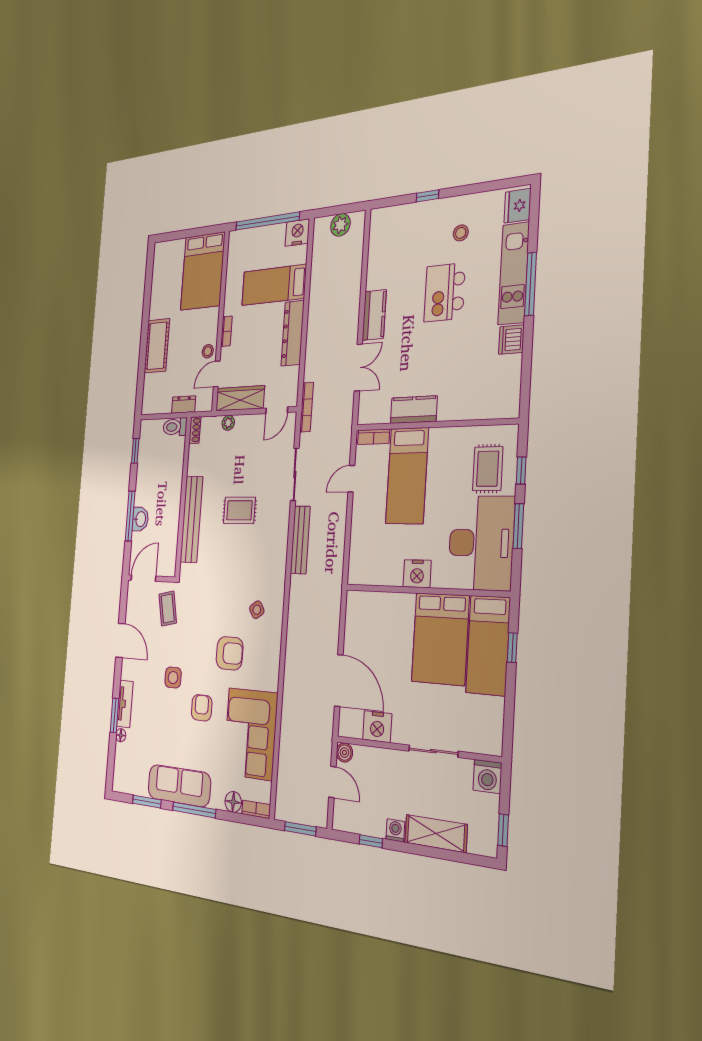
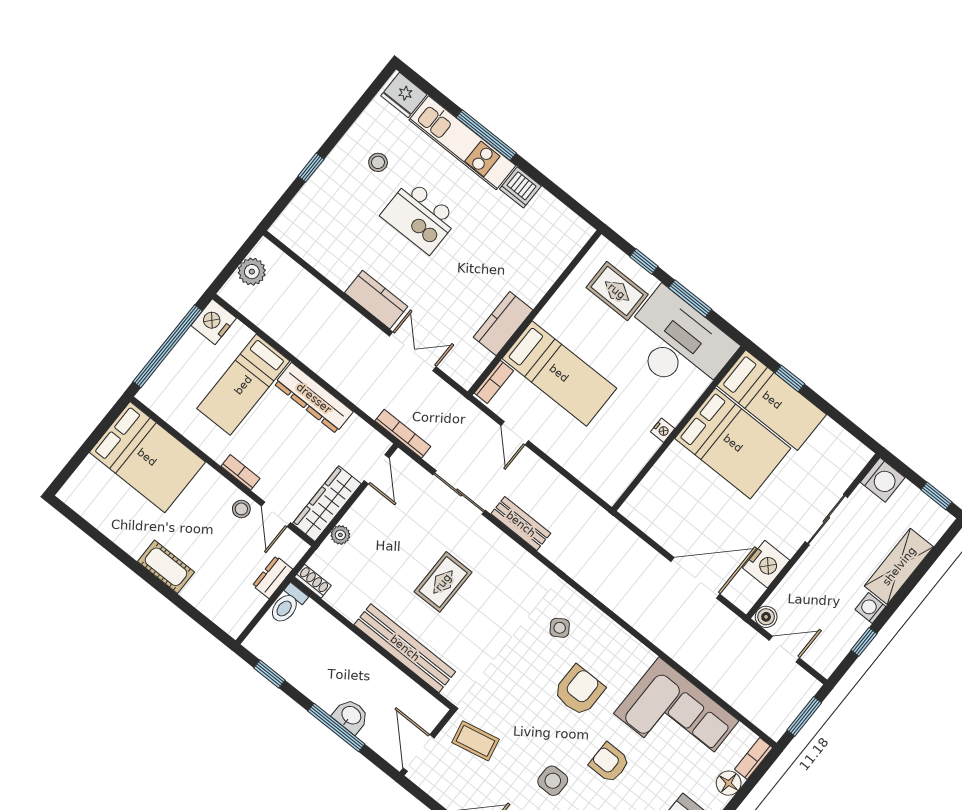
cot: (157, 346) -> (166, 567), width x0.73, depth x0.75
bench: (300, 540) -> (521, 524), width x0.73
nightstand: (417, 574) -> (663, 430), width x0.53, depth x0.56

